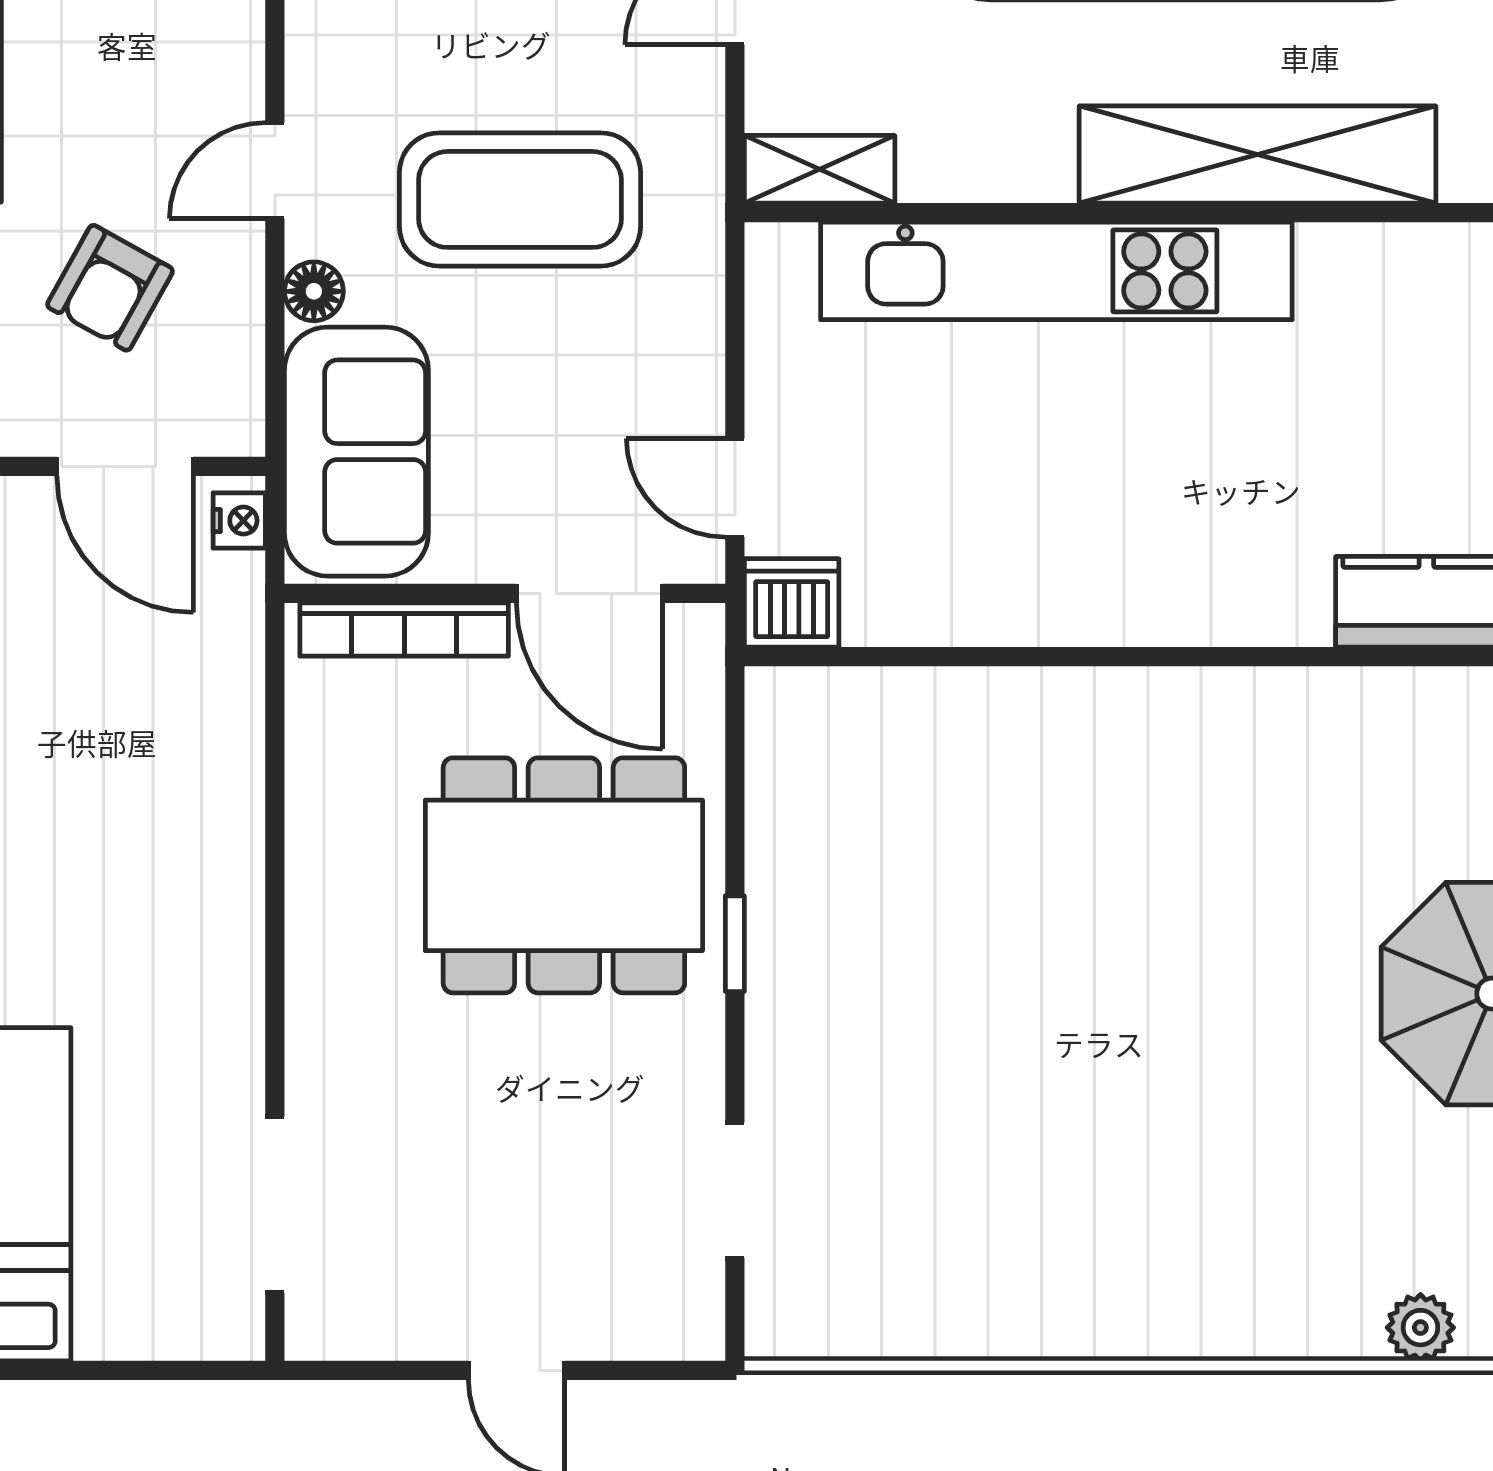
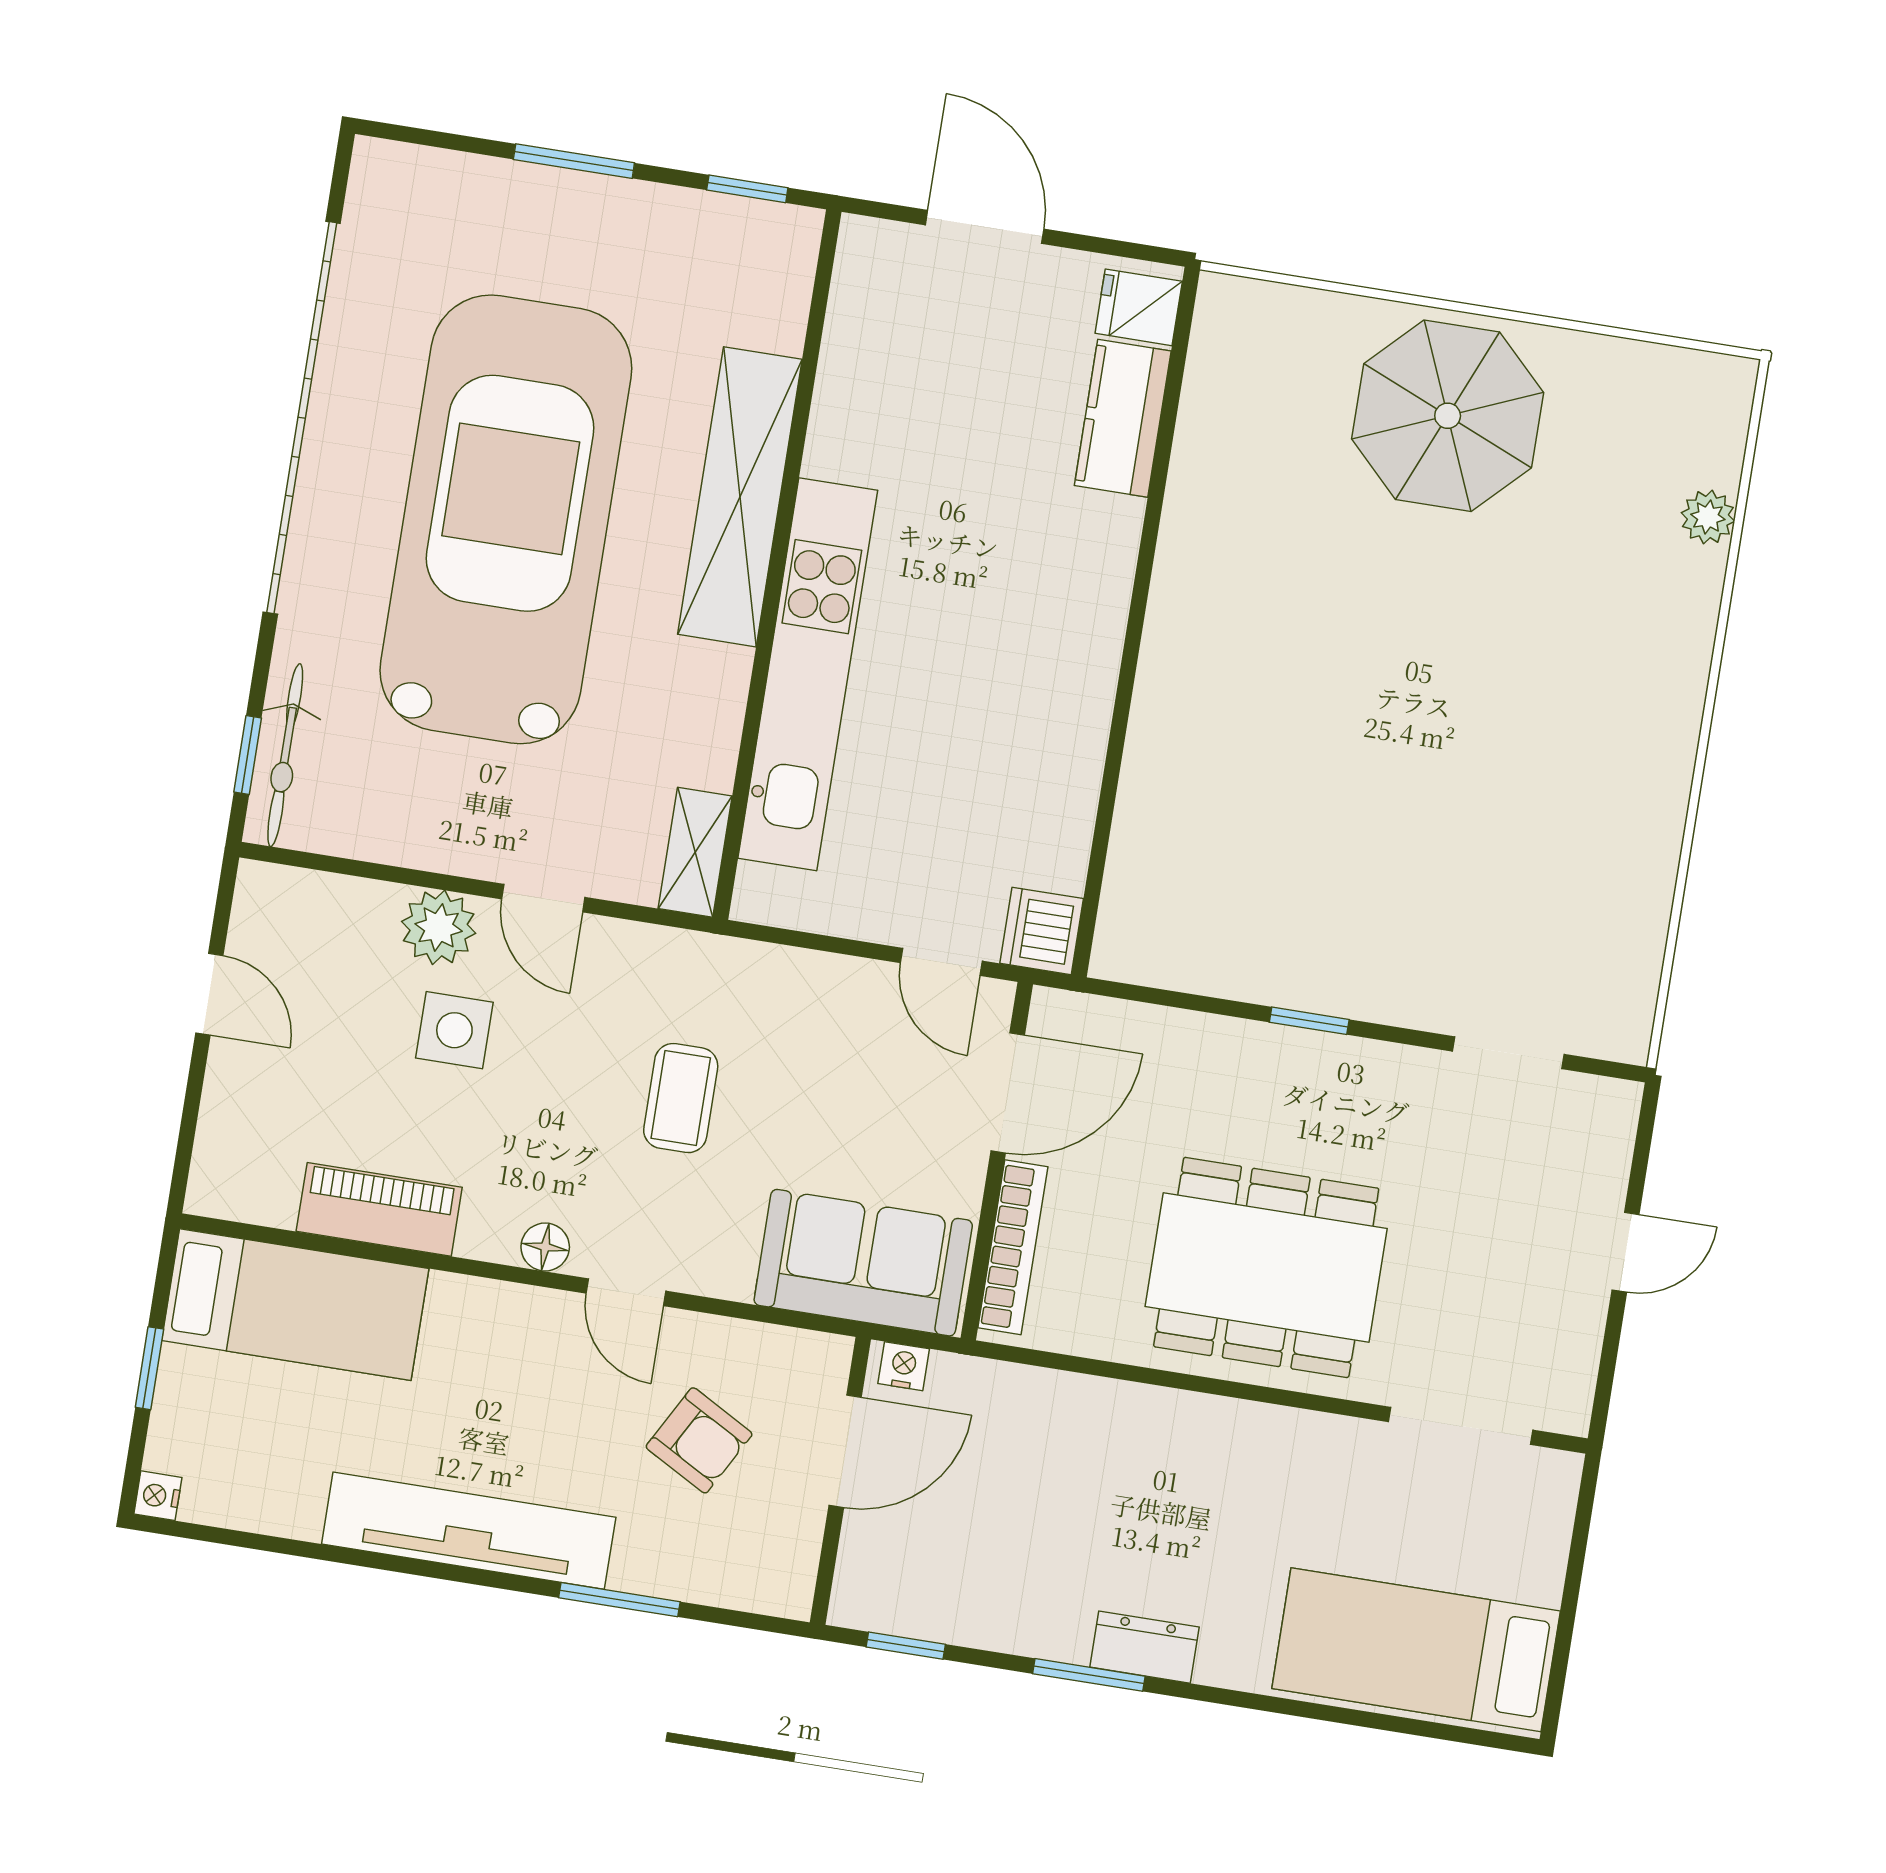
coffee table: (520, 199) -> (681, 1098), width x0.54, depth x0.58
floor lamp: (314, 291) -> (545, 1247), moved
door: (735, 488) -> (941, 962), hinge flipped
dining table: (564, 875) -> (1266, 1267), moved, turned 90

